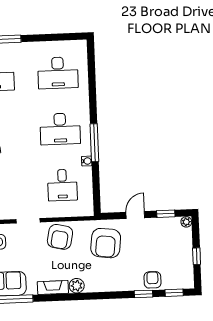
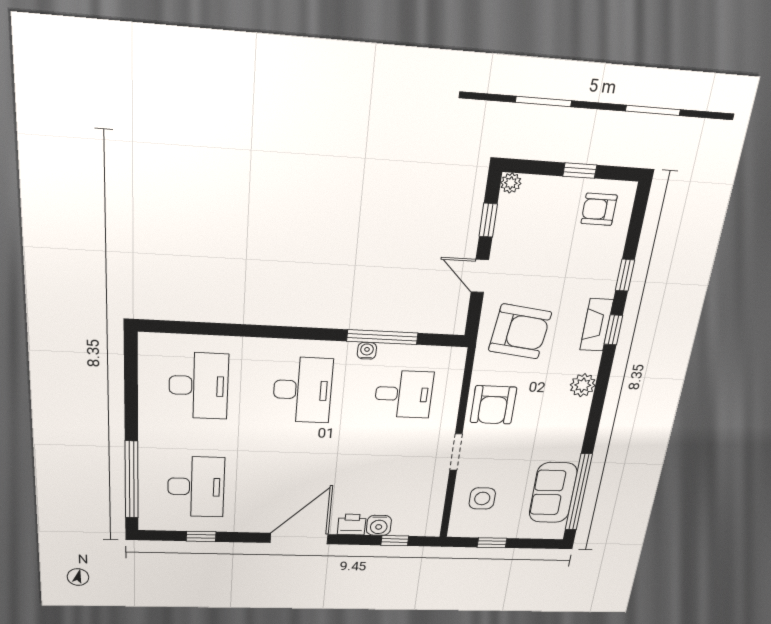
window: (94, 143) -> (382, 337), moved
armchair: (60, 237) -> (493, 405), turned 78
armchair: (152, 280) -> (599, 209), moved
fireplace: (53, 287) -> (597, 325), moved
window: (174, 293) -> (613, 330), moved

